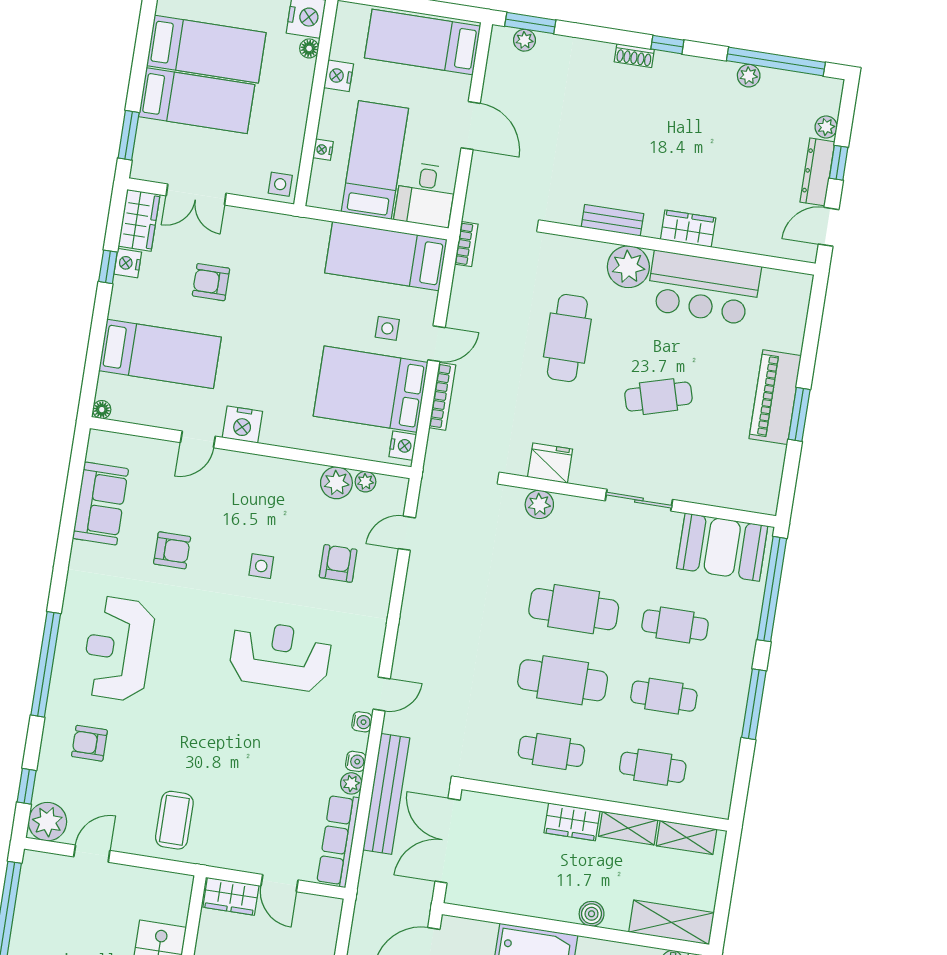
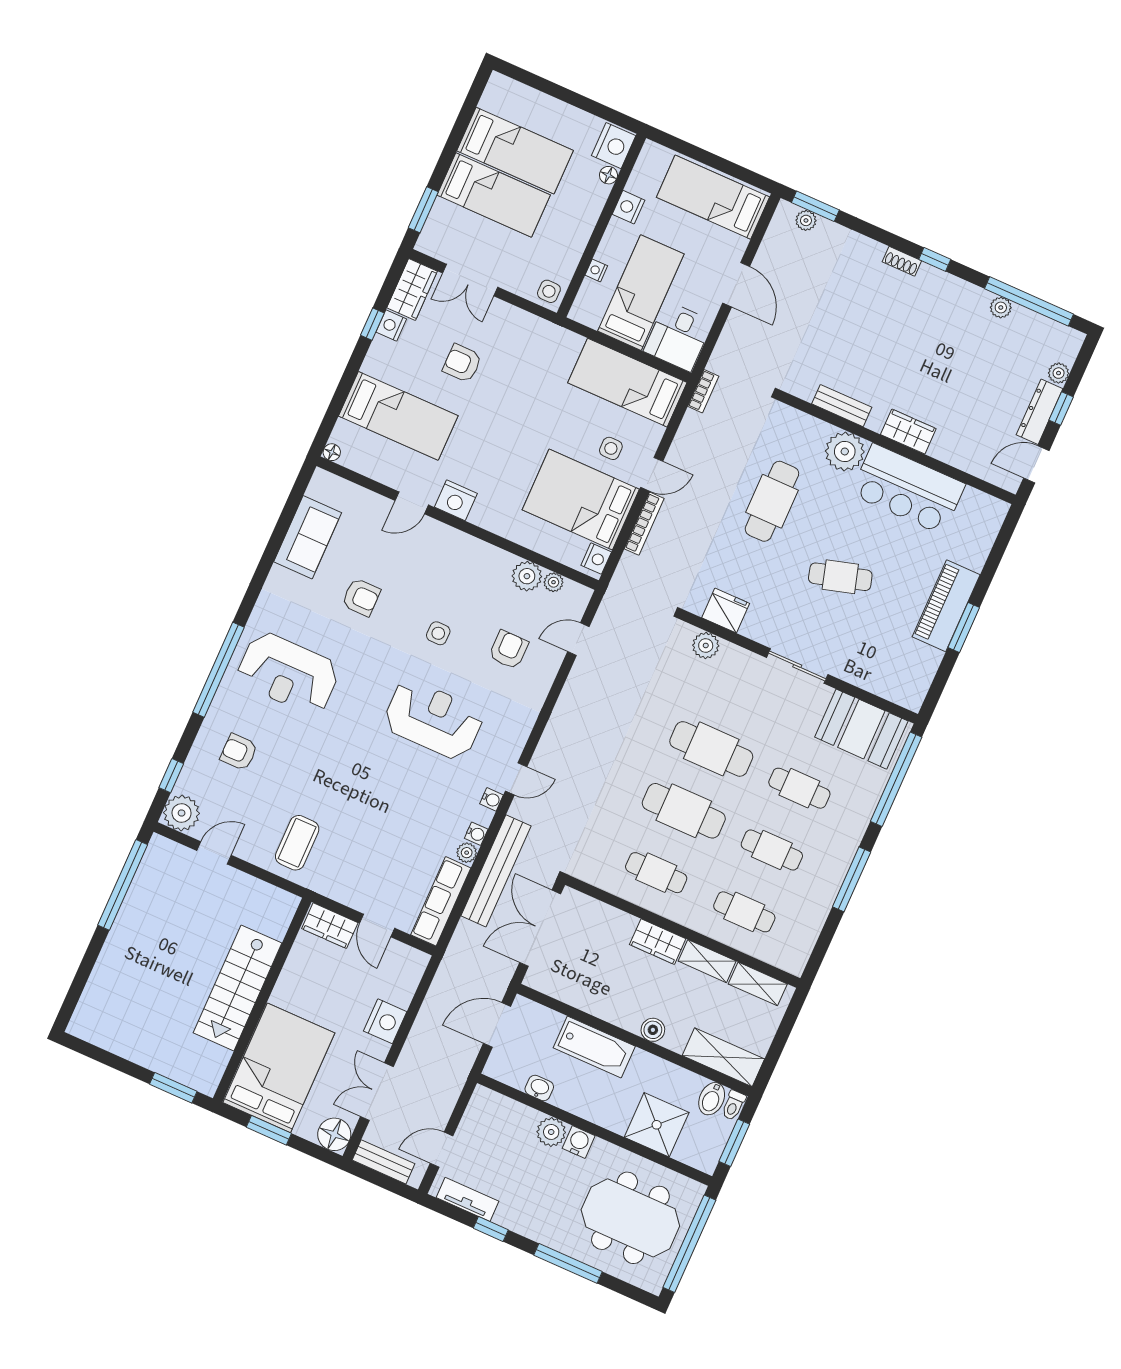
reception desk: (118, 649) -> (288, 673), turned -90

